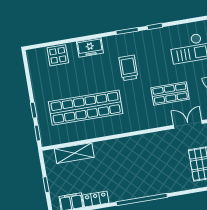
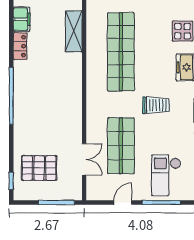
shop shelf: (170, 93) -> (121, 146), width x1.43, depth x1.36

